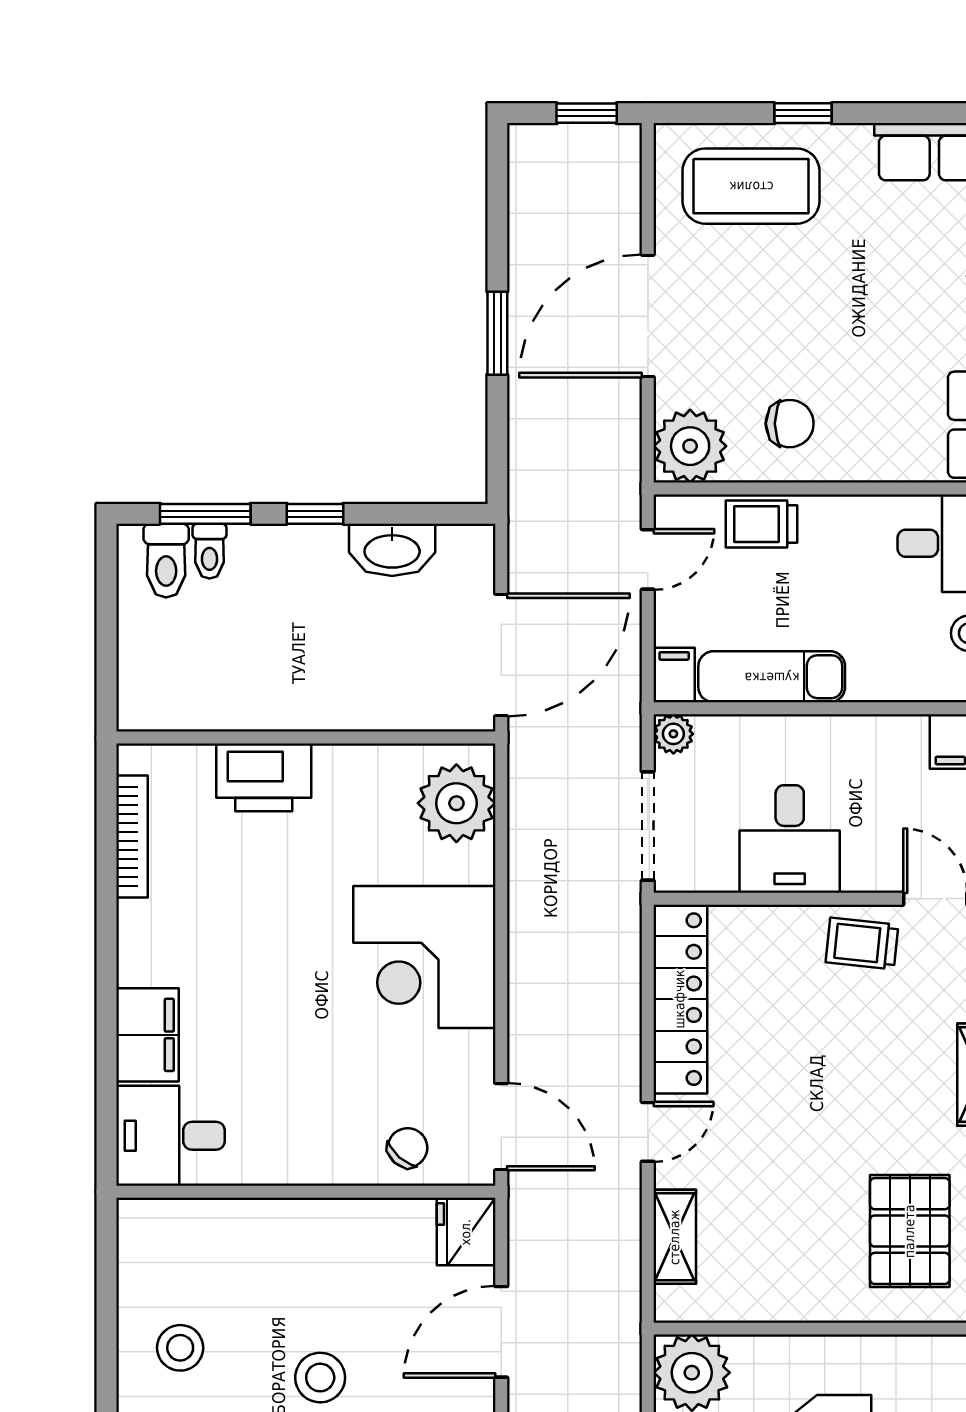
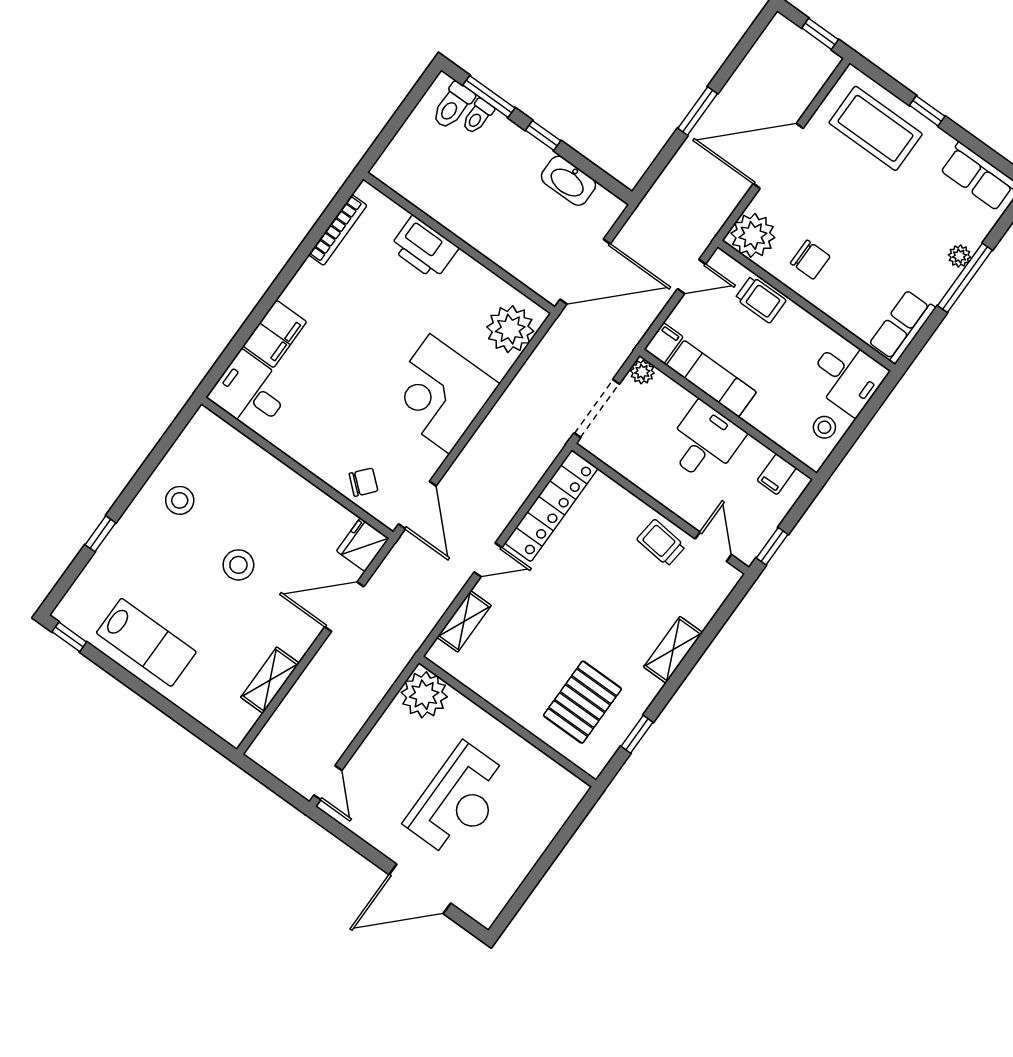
trolley: (761, 524) -> (761, 299), turned 180
desk: (790, 839) -> (704, 442), moved, turned 180

